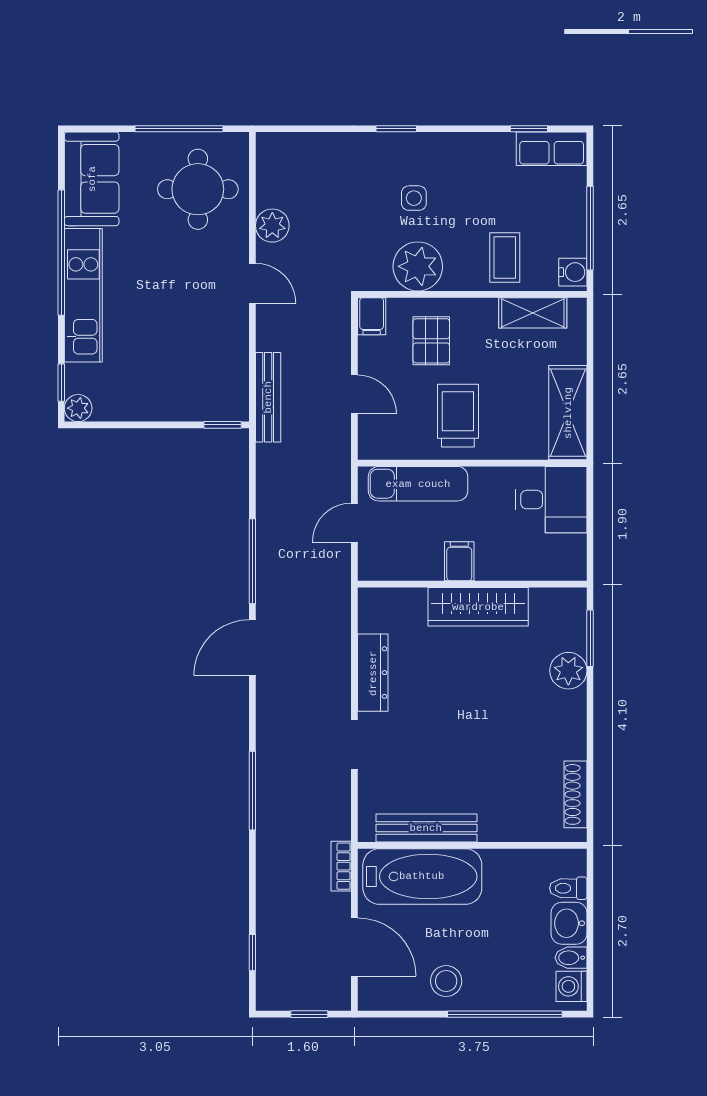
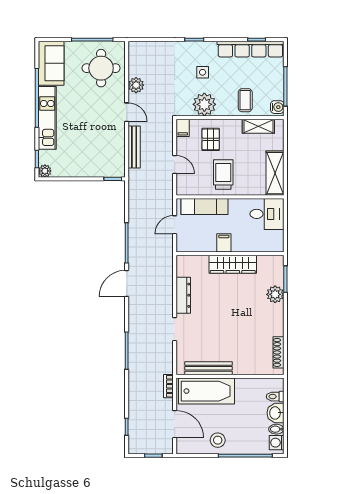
row of seats: (552, 149) -> (250, 49), width x2.02
bench: (268, 397) -> (134, 147), moved

